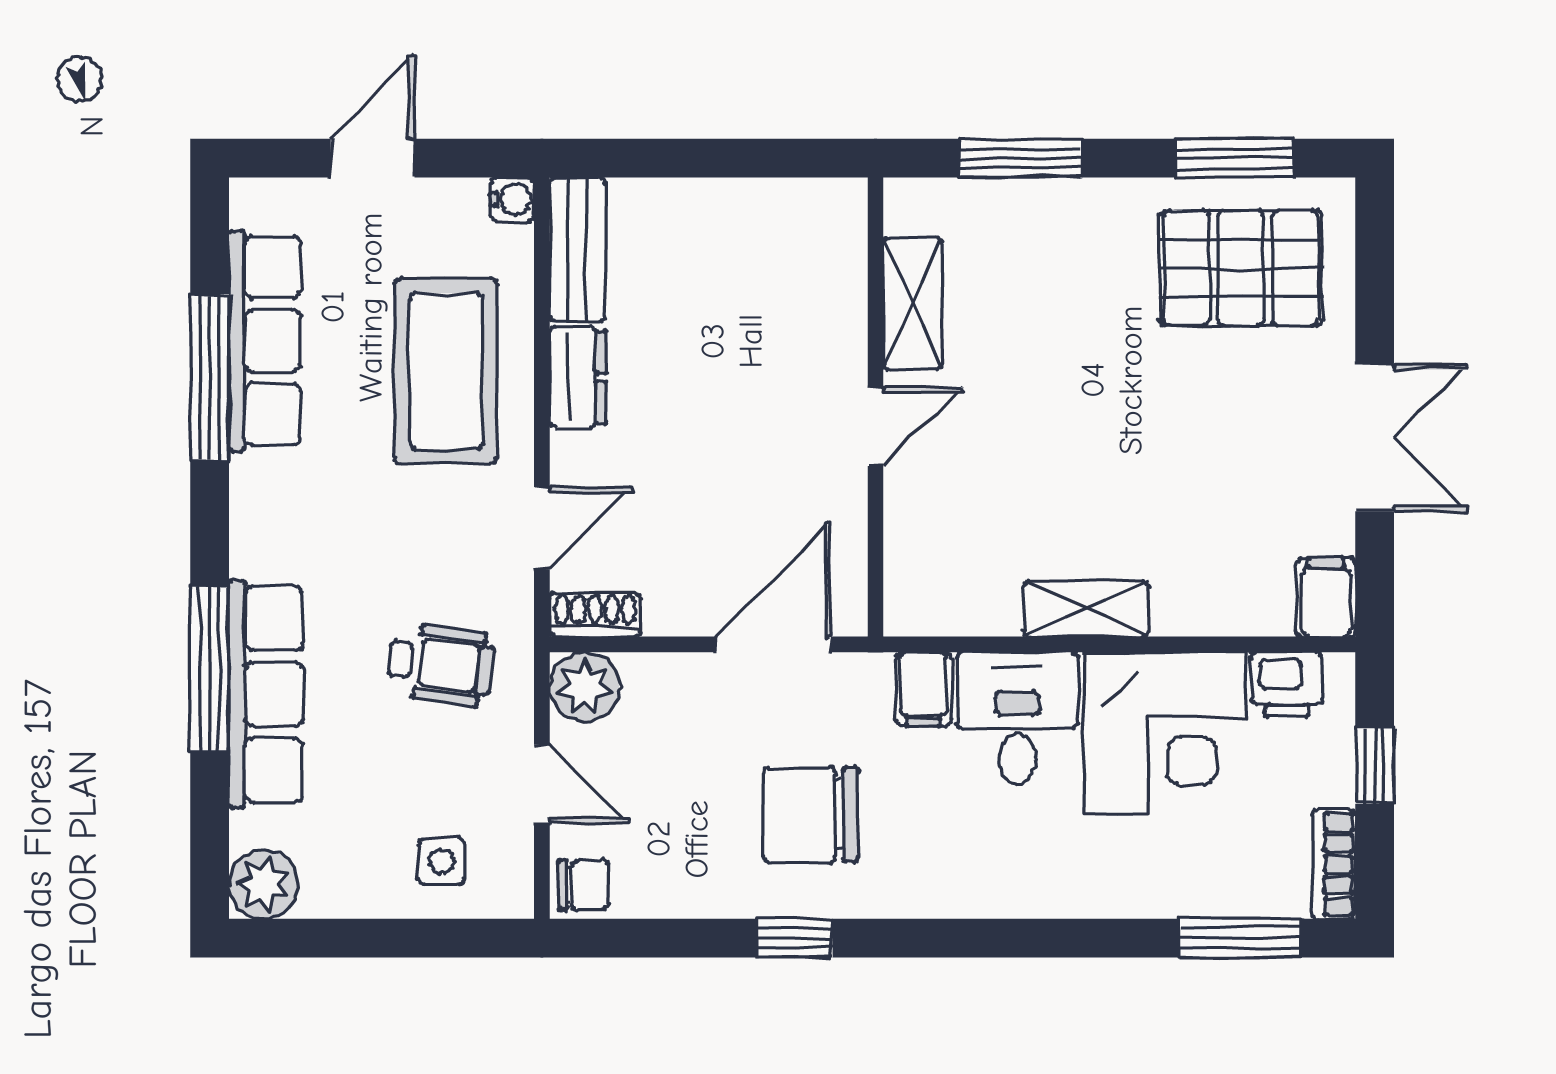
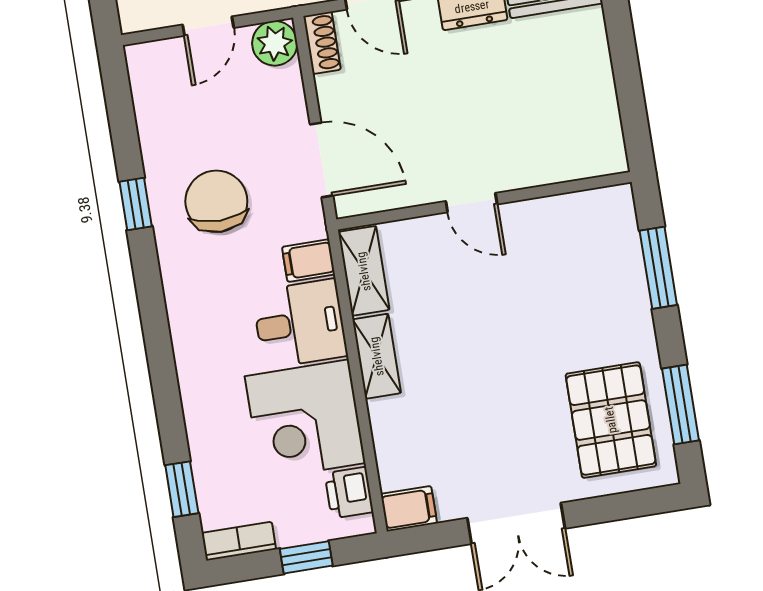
shelving: (913, 304) -> (364, 271), moved, turned 90
chair: (584, 885) -> (148, 64), removed
window: (1240, 938) -> (182, 489), width x0.67

